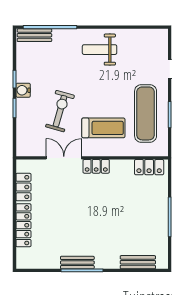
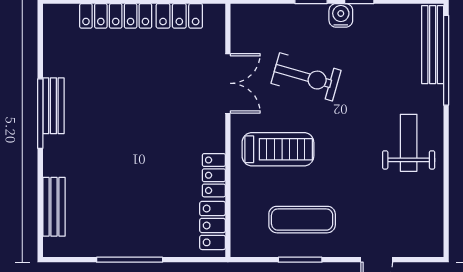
bench: (34, 35) -> (433, 45), width x1.36
exercise mat: (146, 113) -> (302, 220), width x0.73, depth x0.69
treadmill: (103, 128) -> (278, 149), turned -90
locker: (96, 166) -> (214, 175), moved

